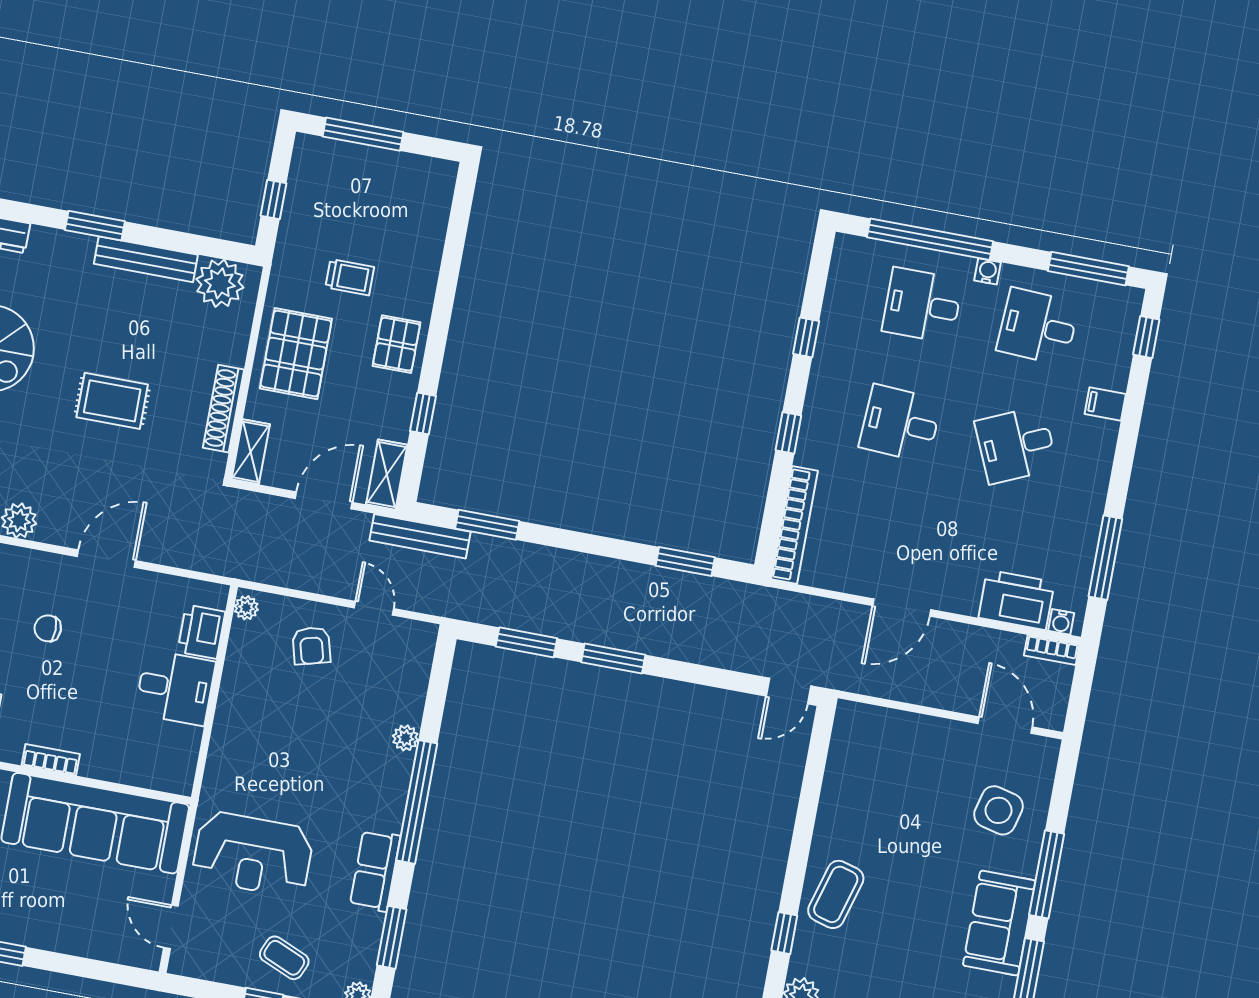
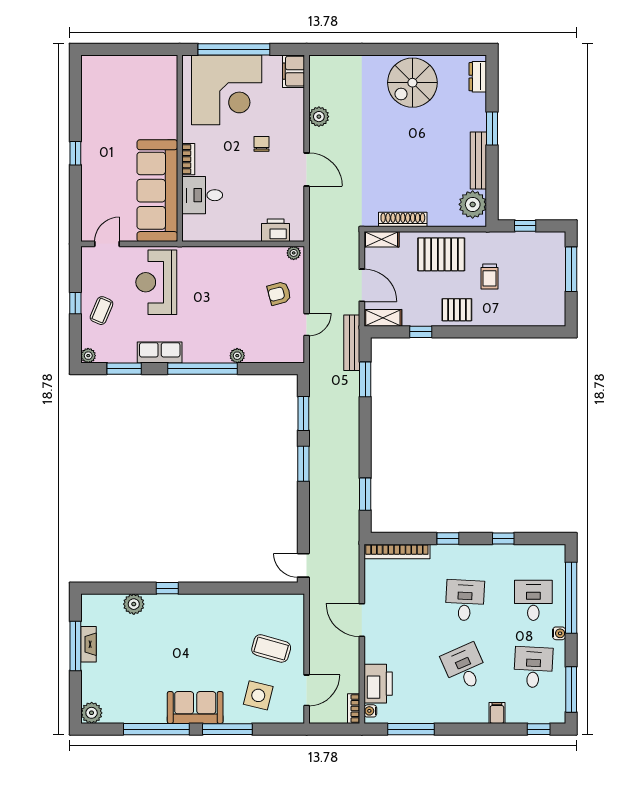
rug: (112, 401) -> (396, 156), removed
desk: (175, 688) -> (202, 195), moved, turned 90
coffee table: (836, 894) -> (271, 648), moved

